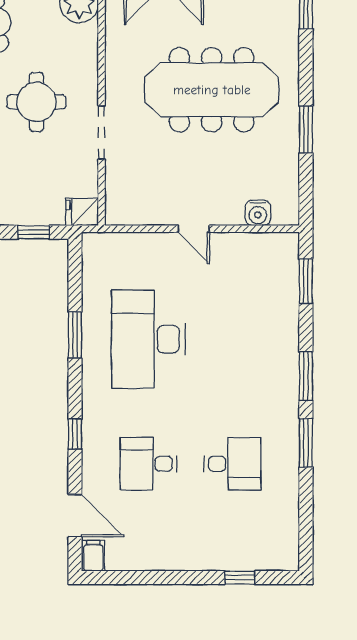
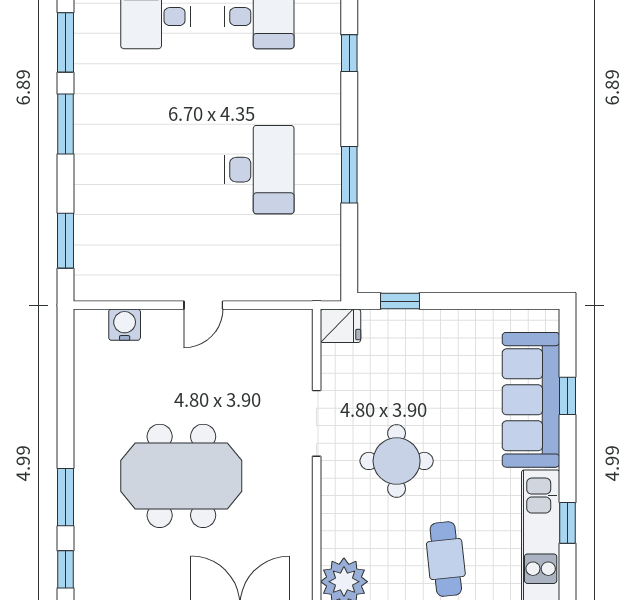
meeting table: (212, 90) -> (181, 476), width x0.73
window: (306, 130) -> (66, 497), moved
door: (194, 229) -> (203, 305), swing flipped
desk: (148, 339) -> (259, 170), width x0.73, depth x0.77

